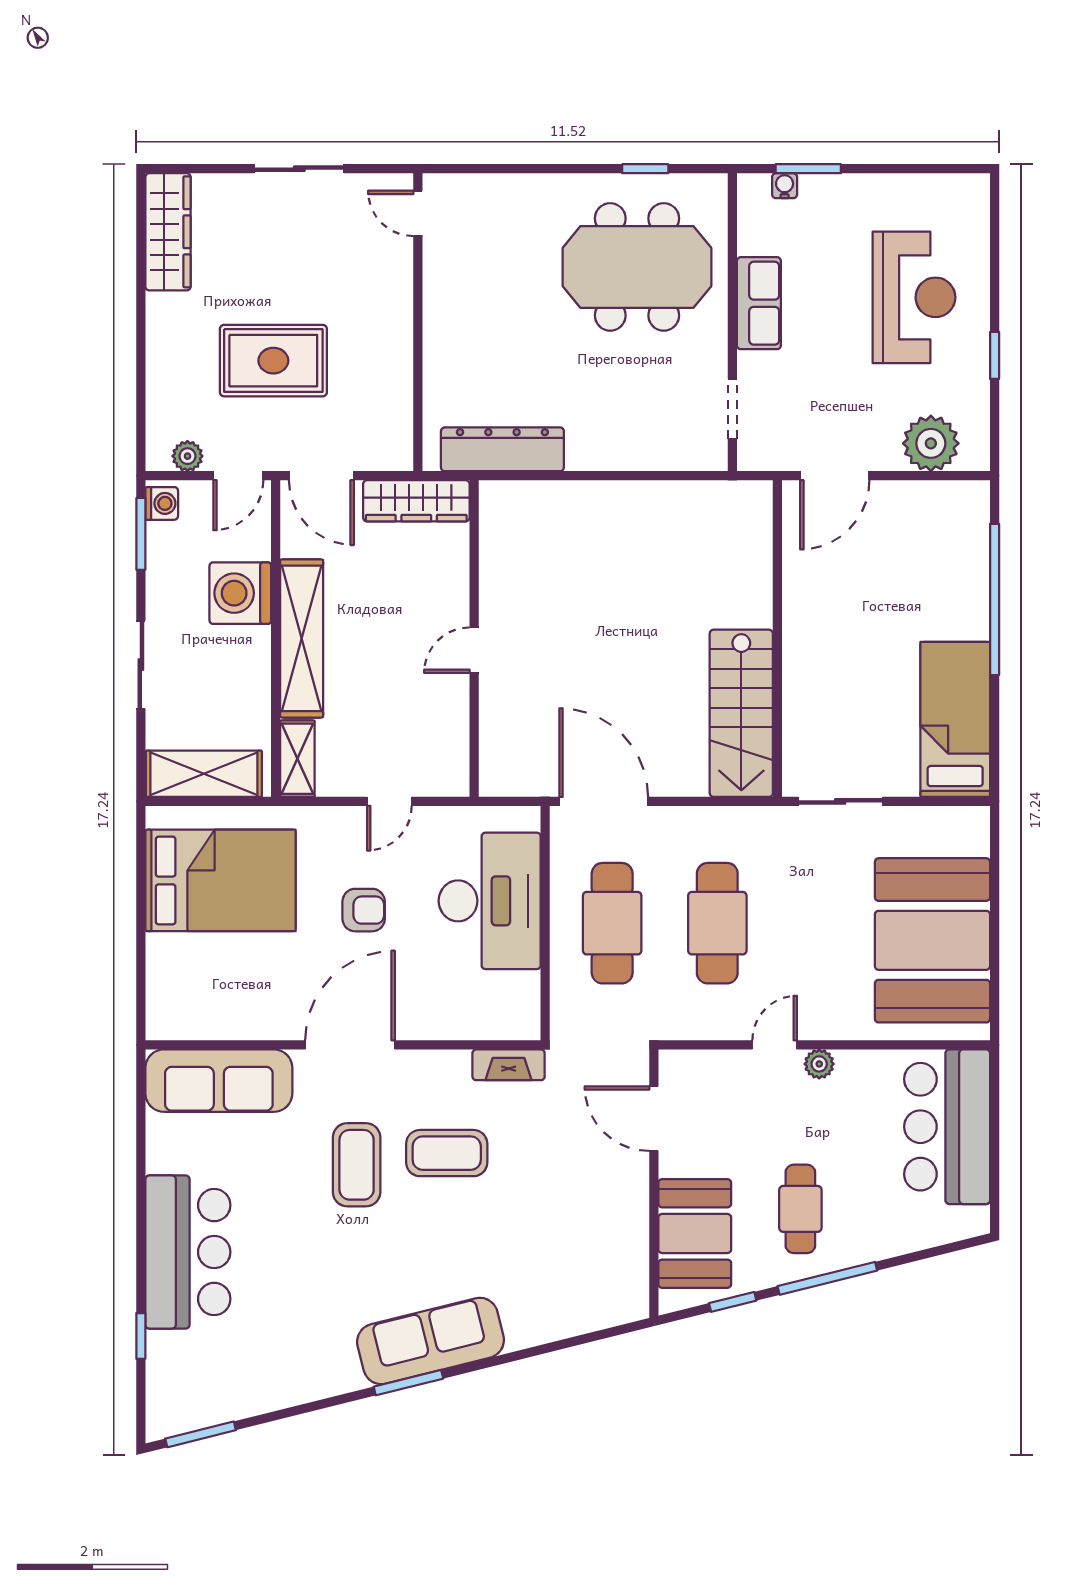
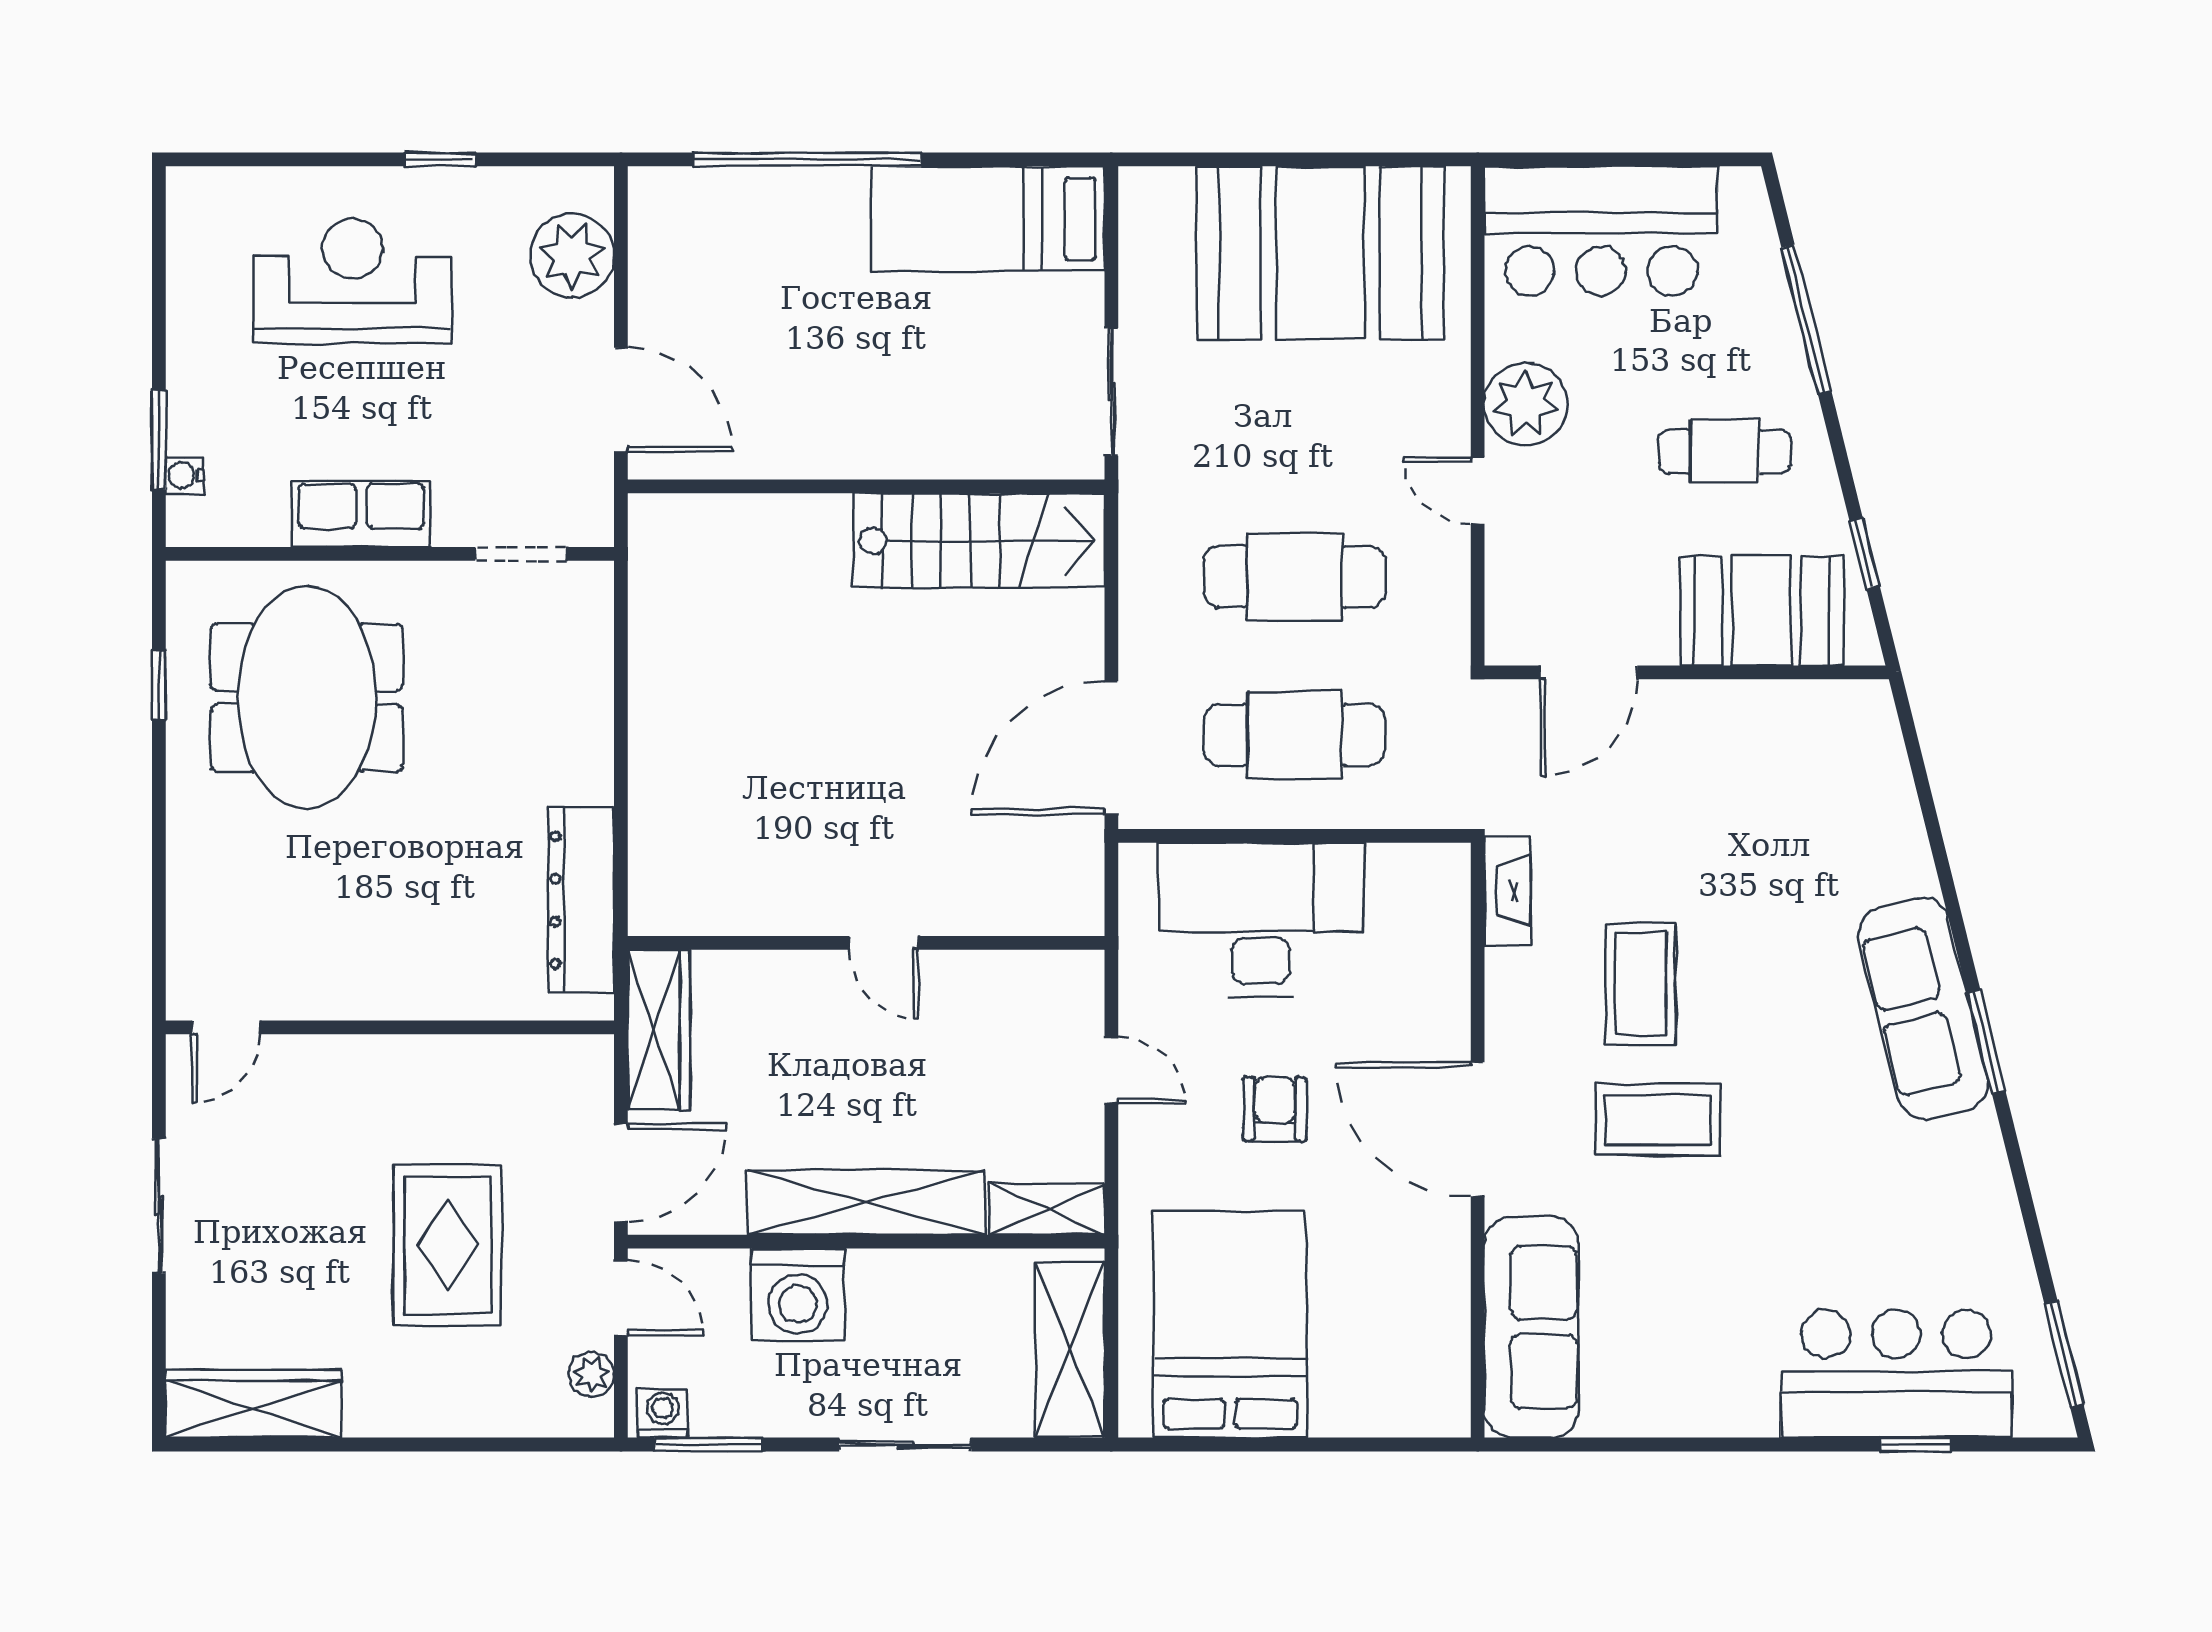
plant: (819, 1064) -> (1526, 404), width x1.88, depth x1.88
bar counter: (188, 1252) -> (1896, 1374), moved
window: (827, 1278) -> (1806, 320), moved

